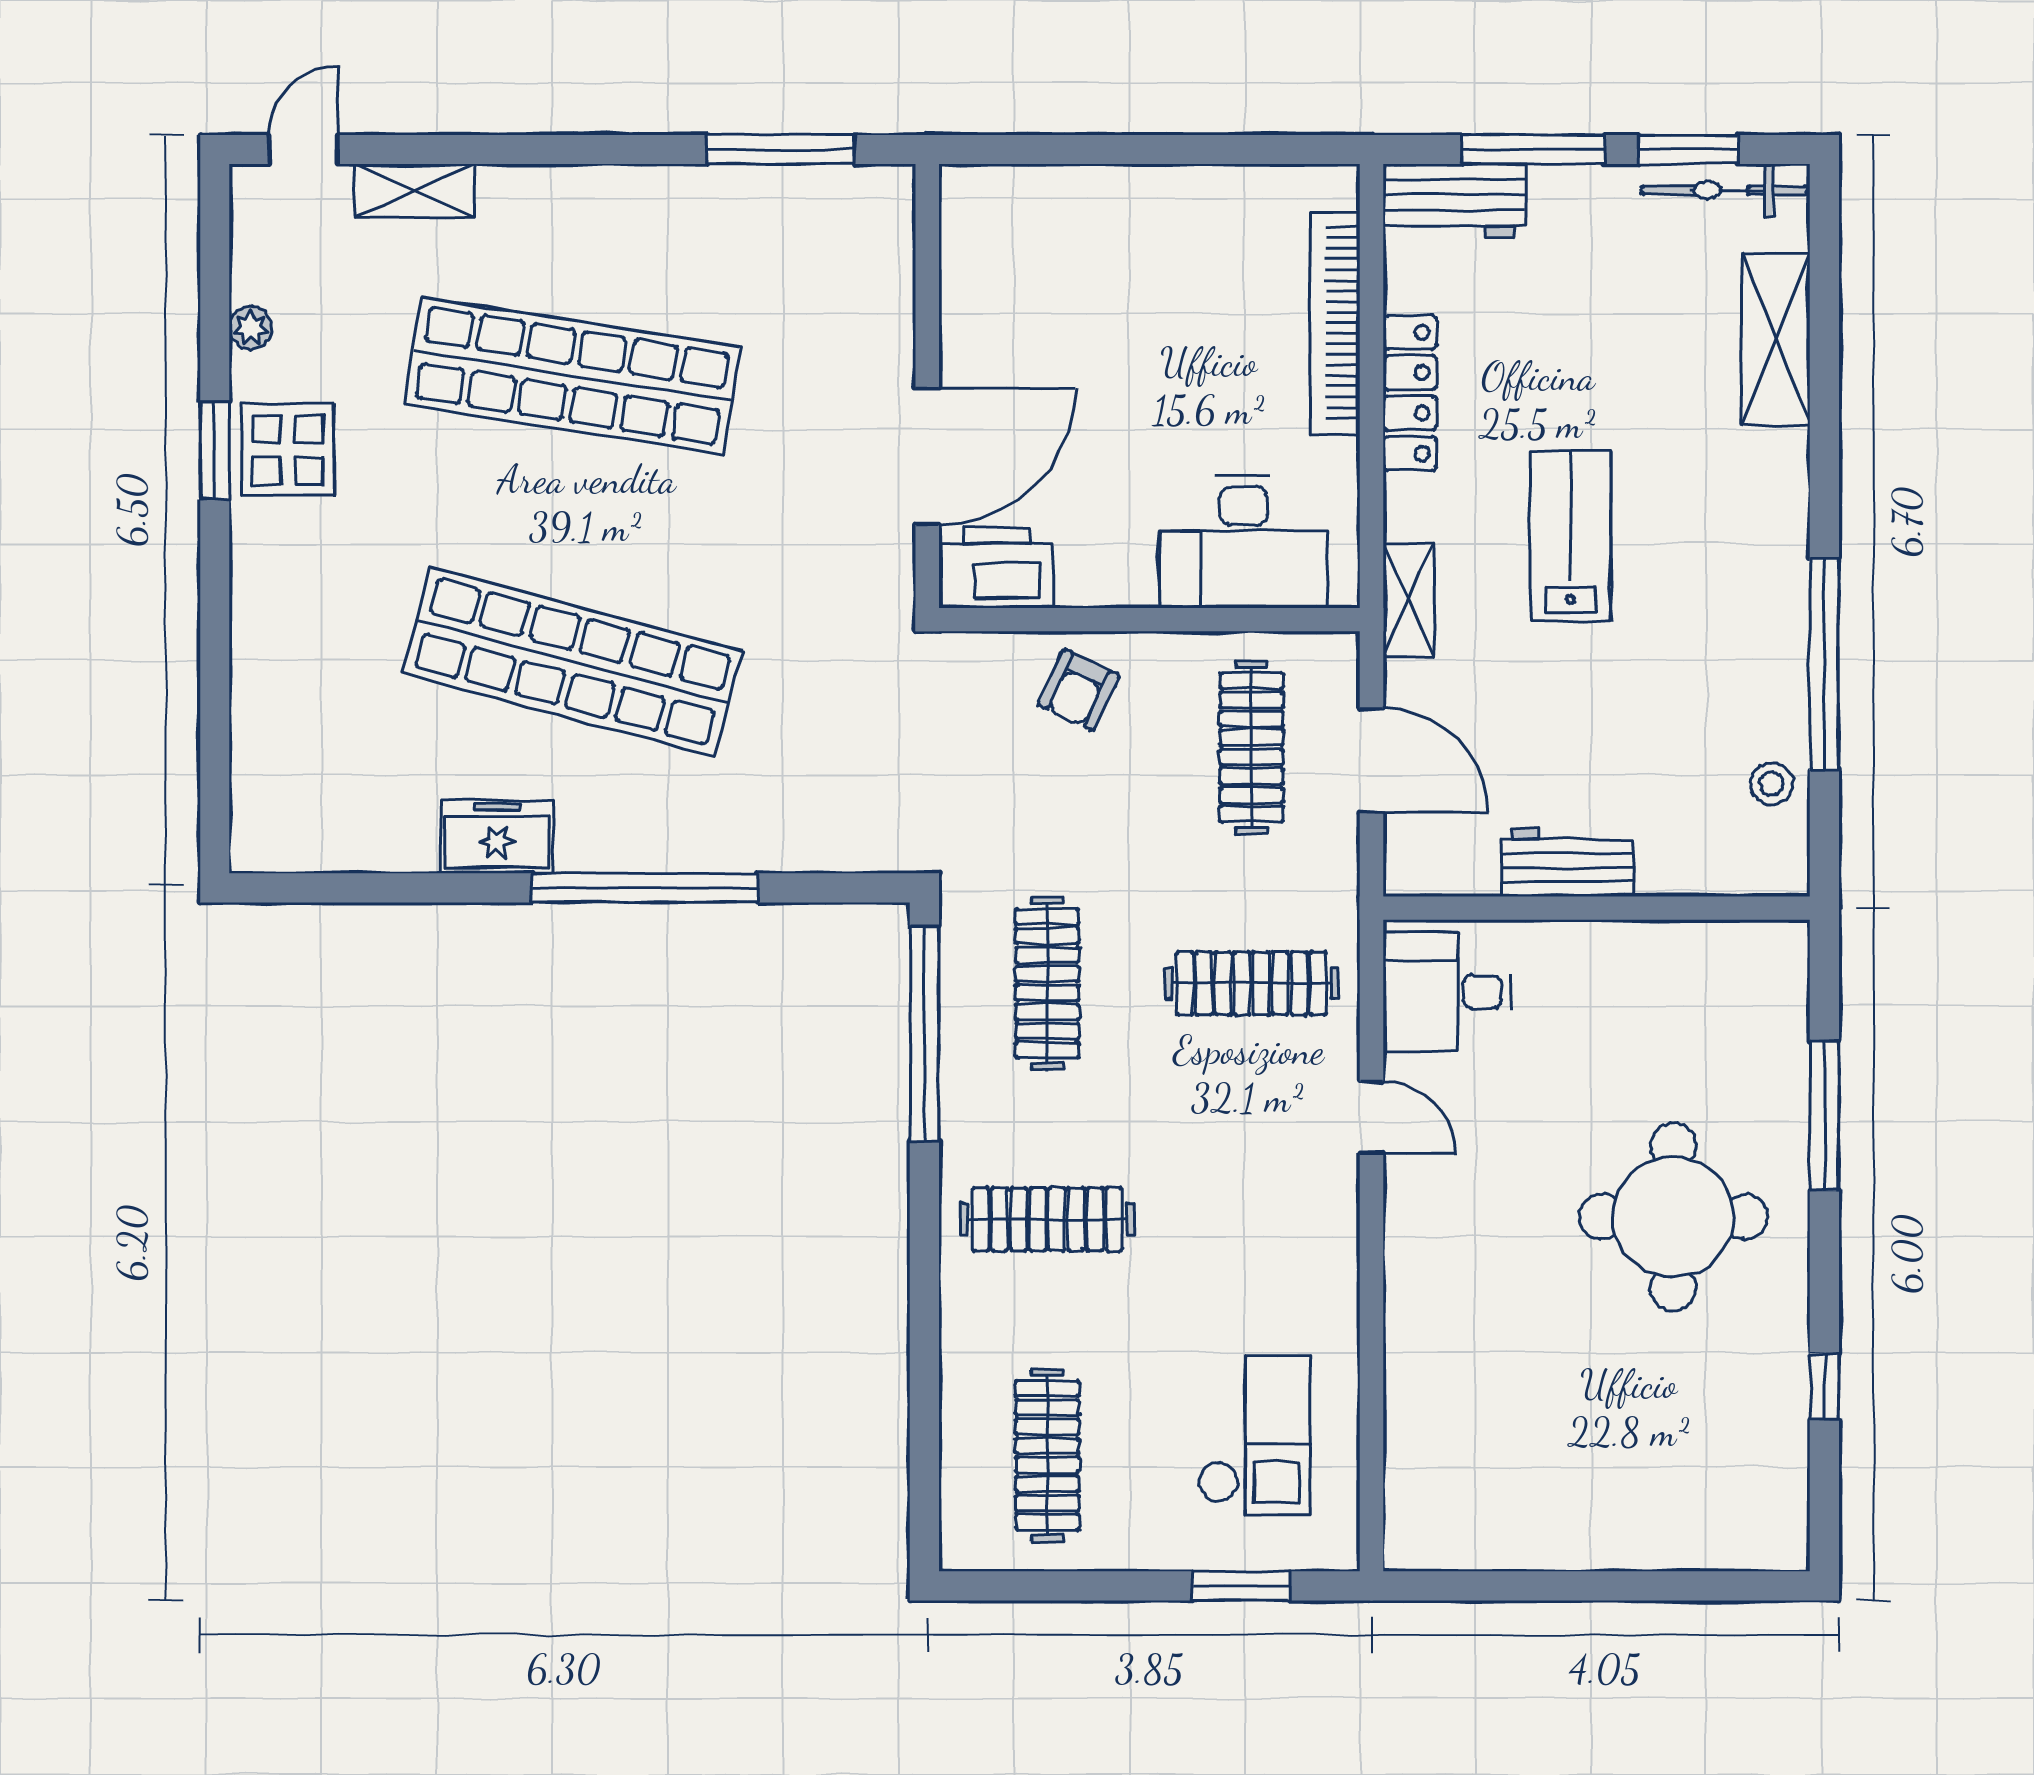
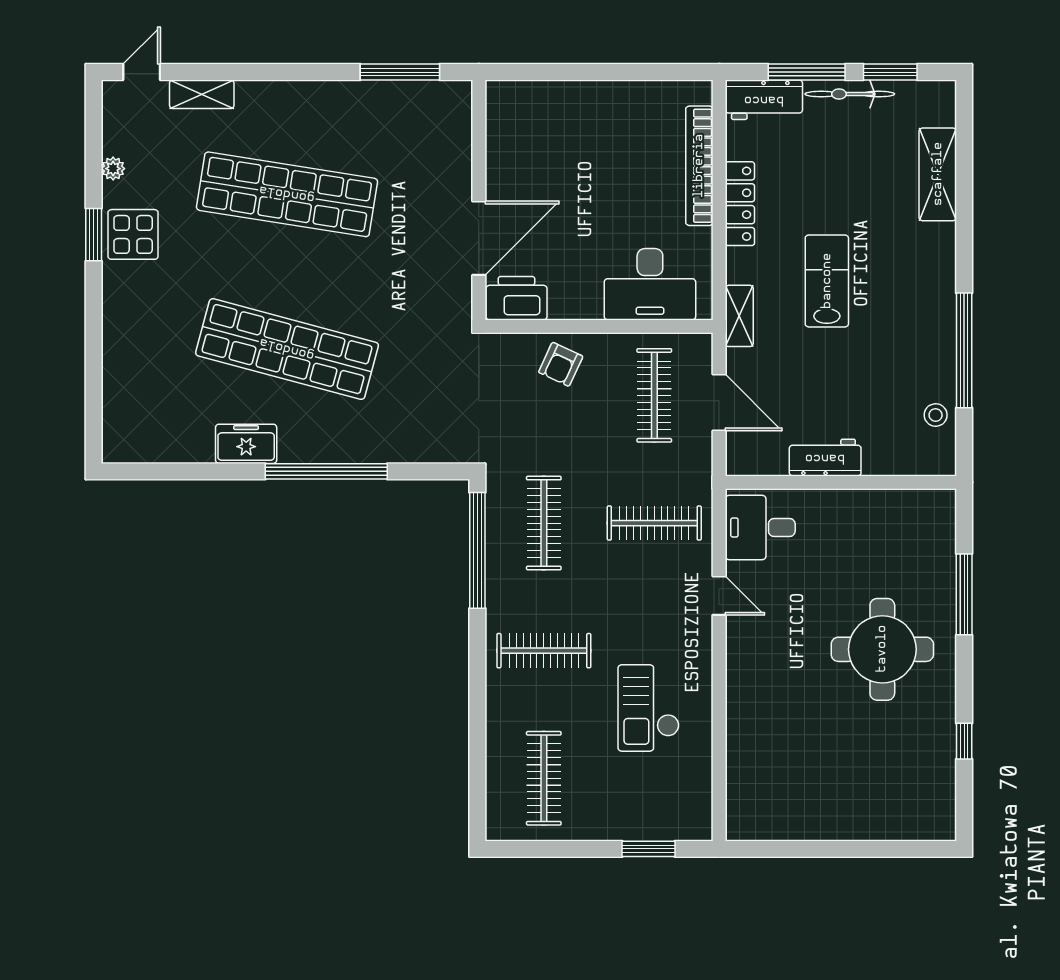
bicycle: (1724, 190) -> (850, 94), moved
checkout: (1254, 1435) -> (649, 708), moved, turned 180

